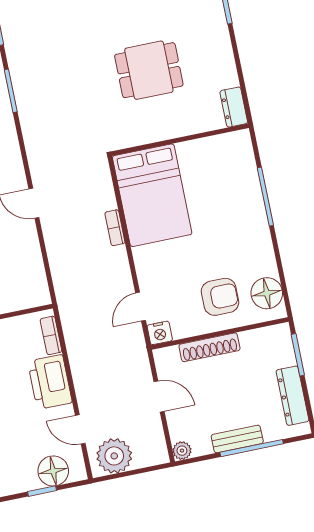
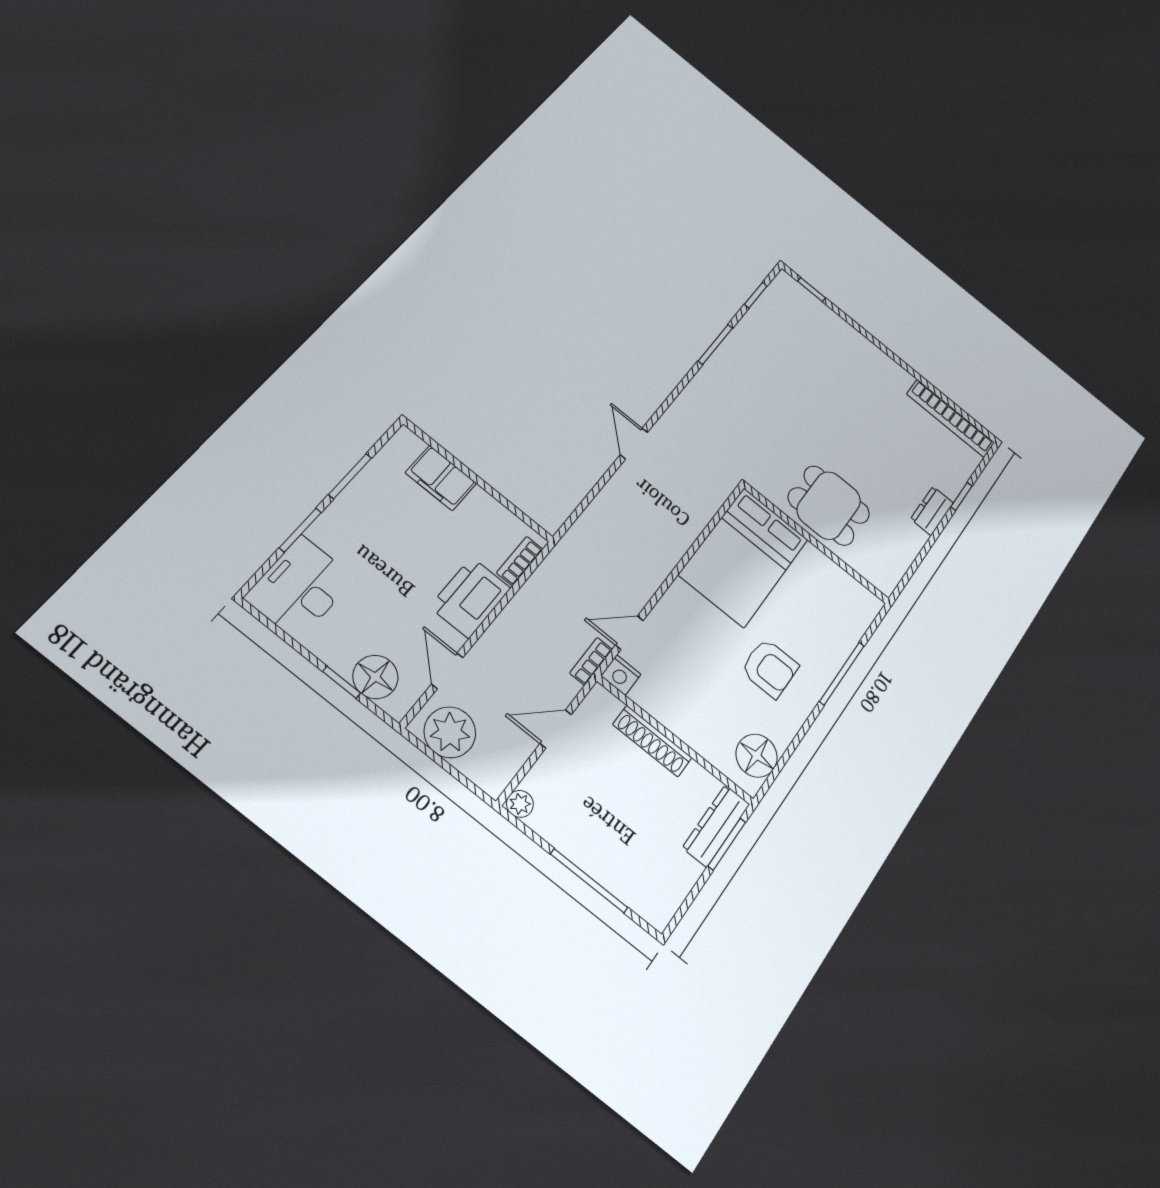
dining table: (149, 70) -> (829, 505), moved
dresser: (234, 107) -> (932, 511), moved
bookcase: (115, 228) -> (591, 661), moved
armchair: (220, 297) -> (770, 668), moved
door: (159, 396) -> (556, 729), swing flipped
dresser: (292, 396) -> (716, 826), moved
bench: (237, 439) -> (585, 856), removed

